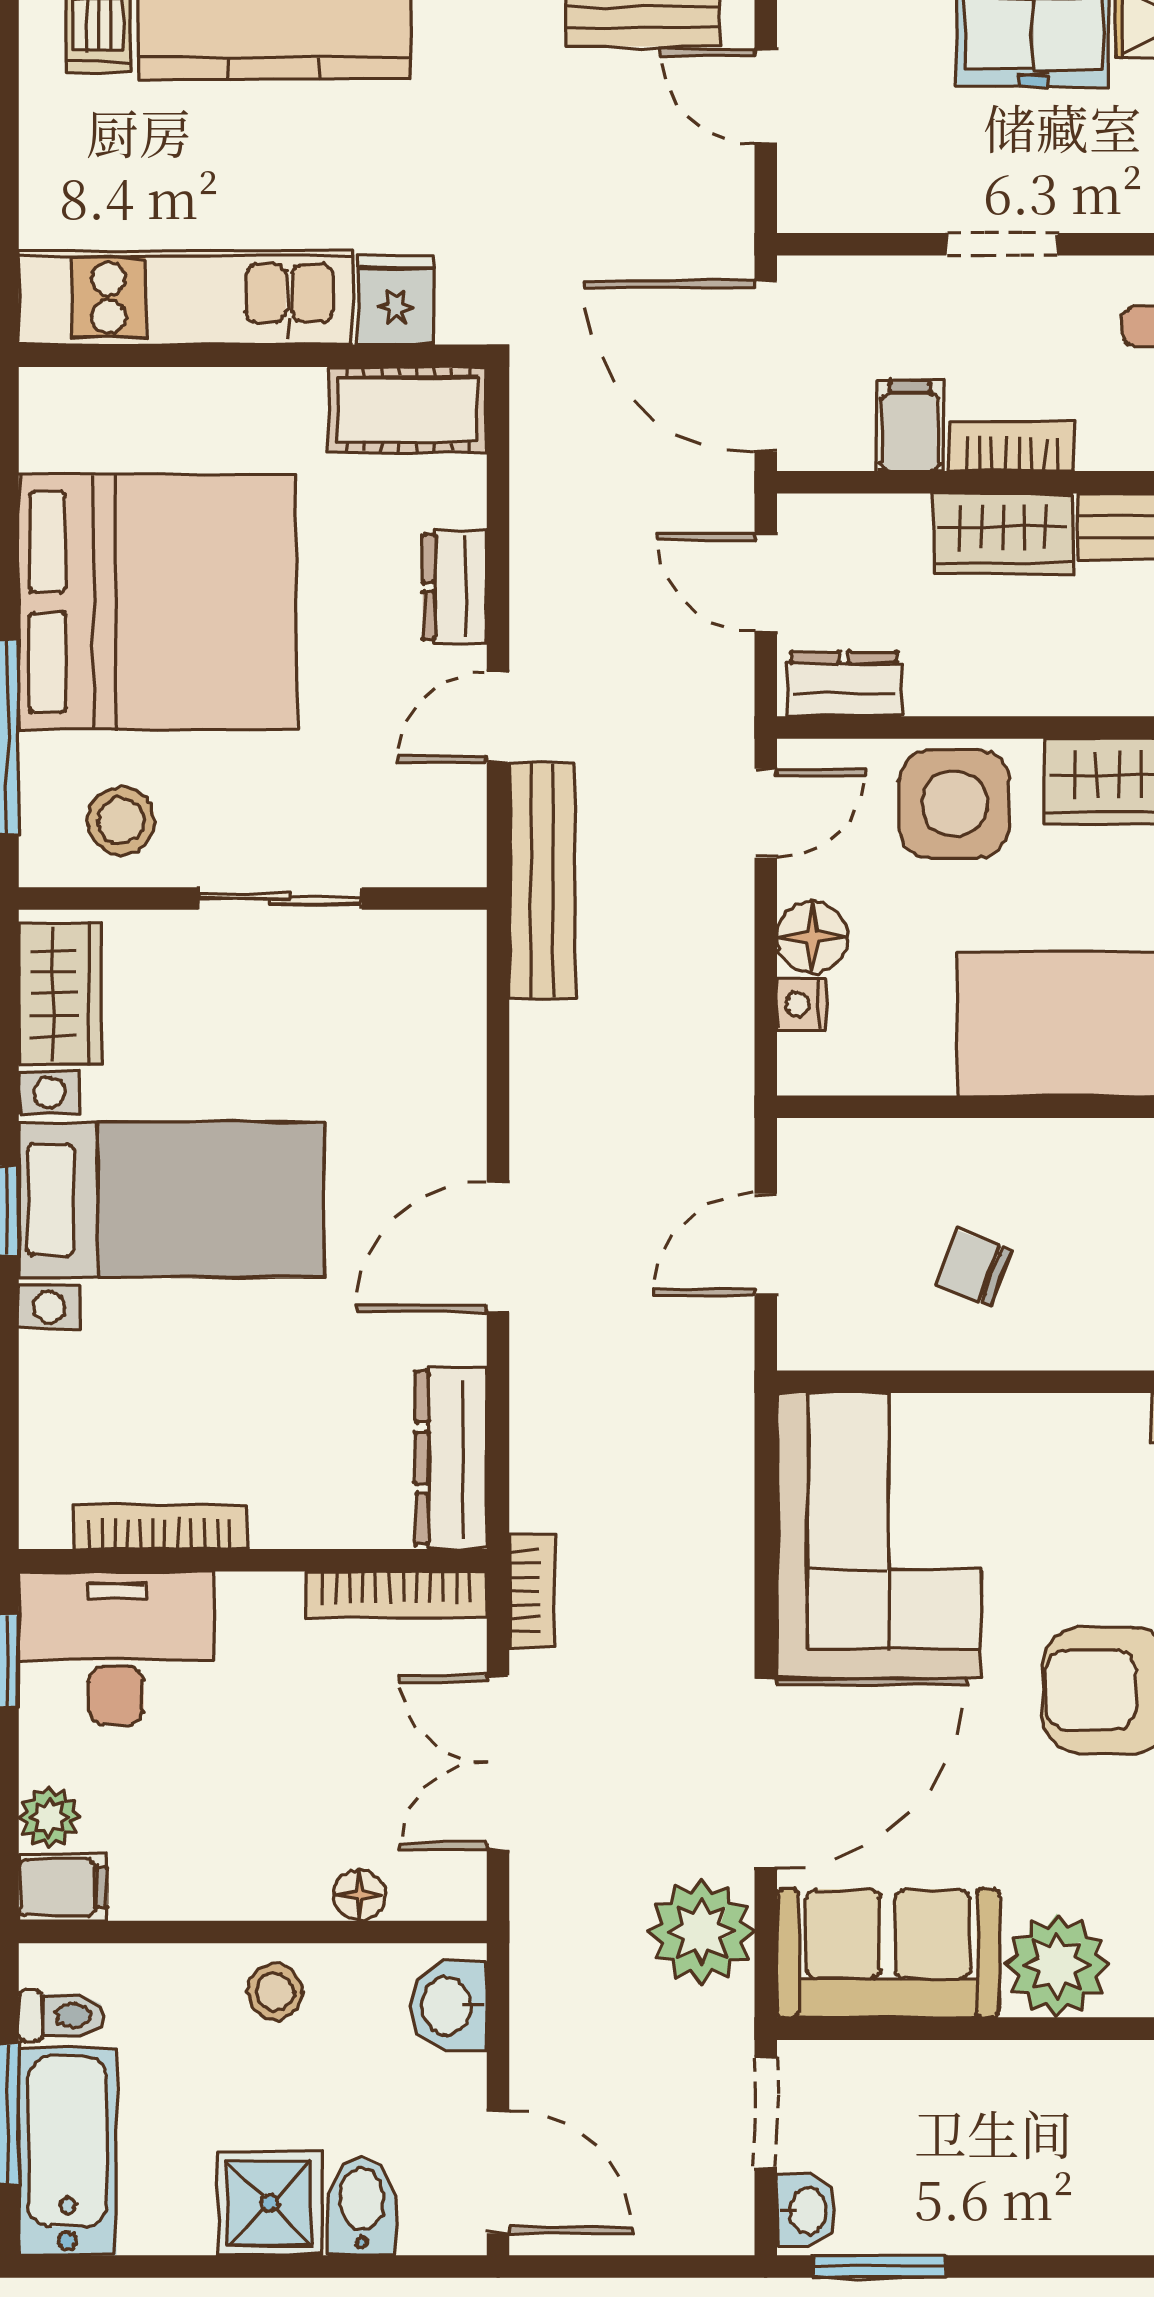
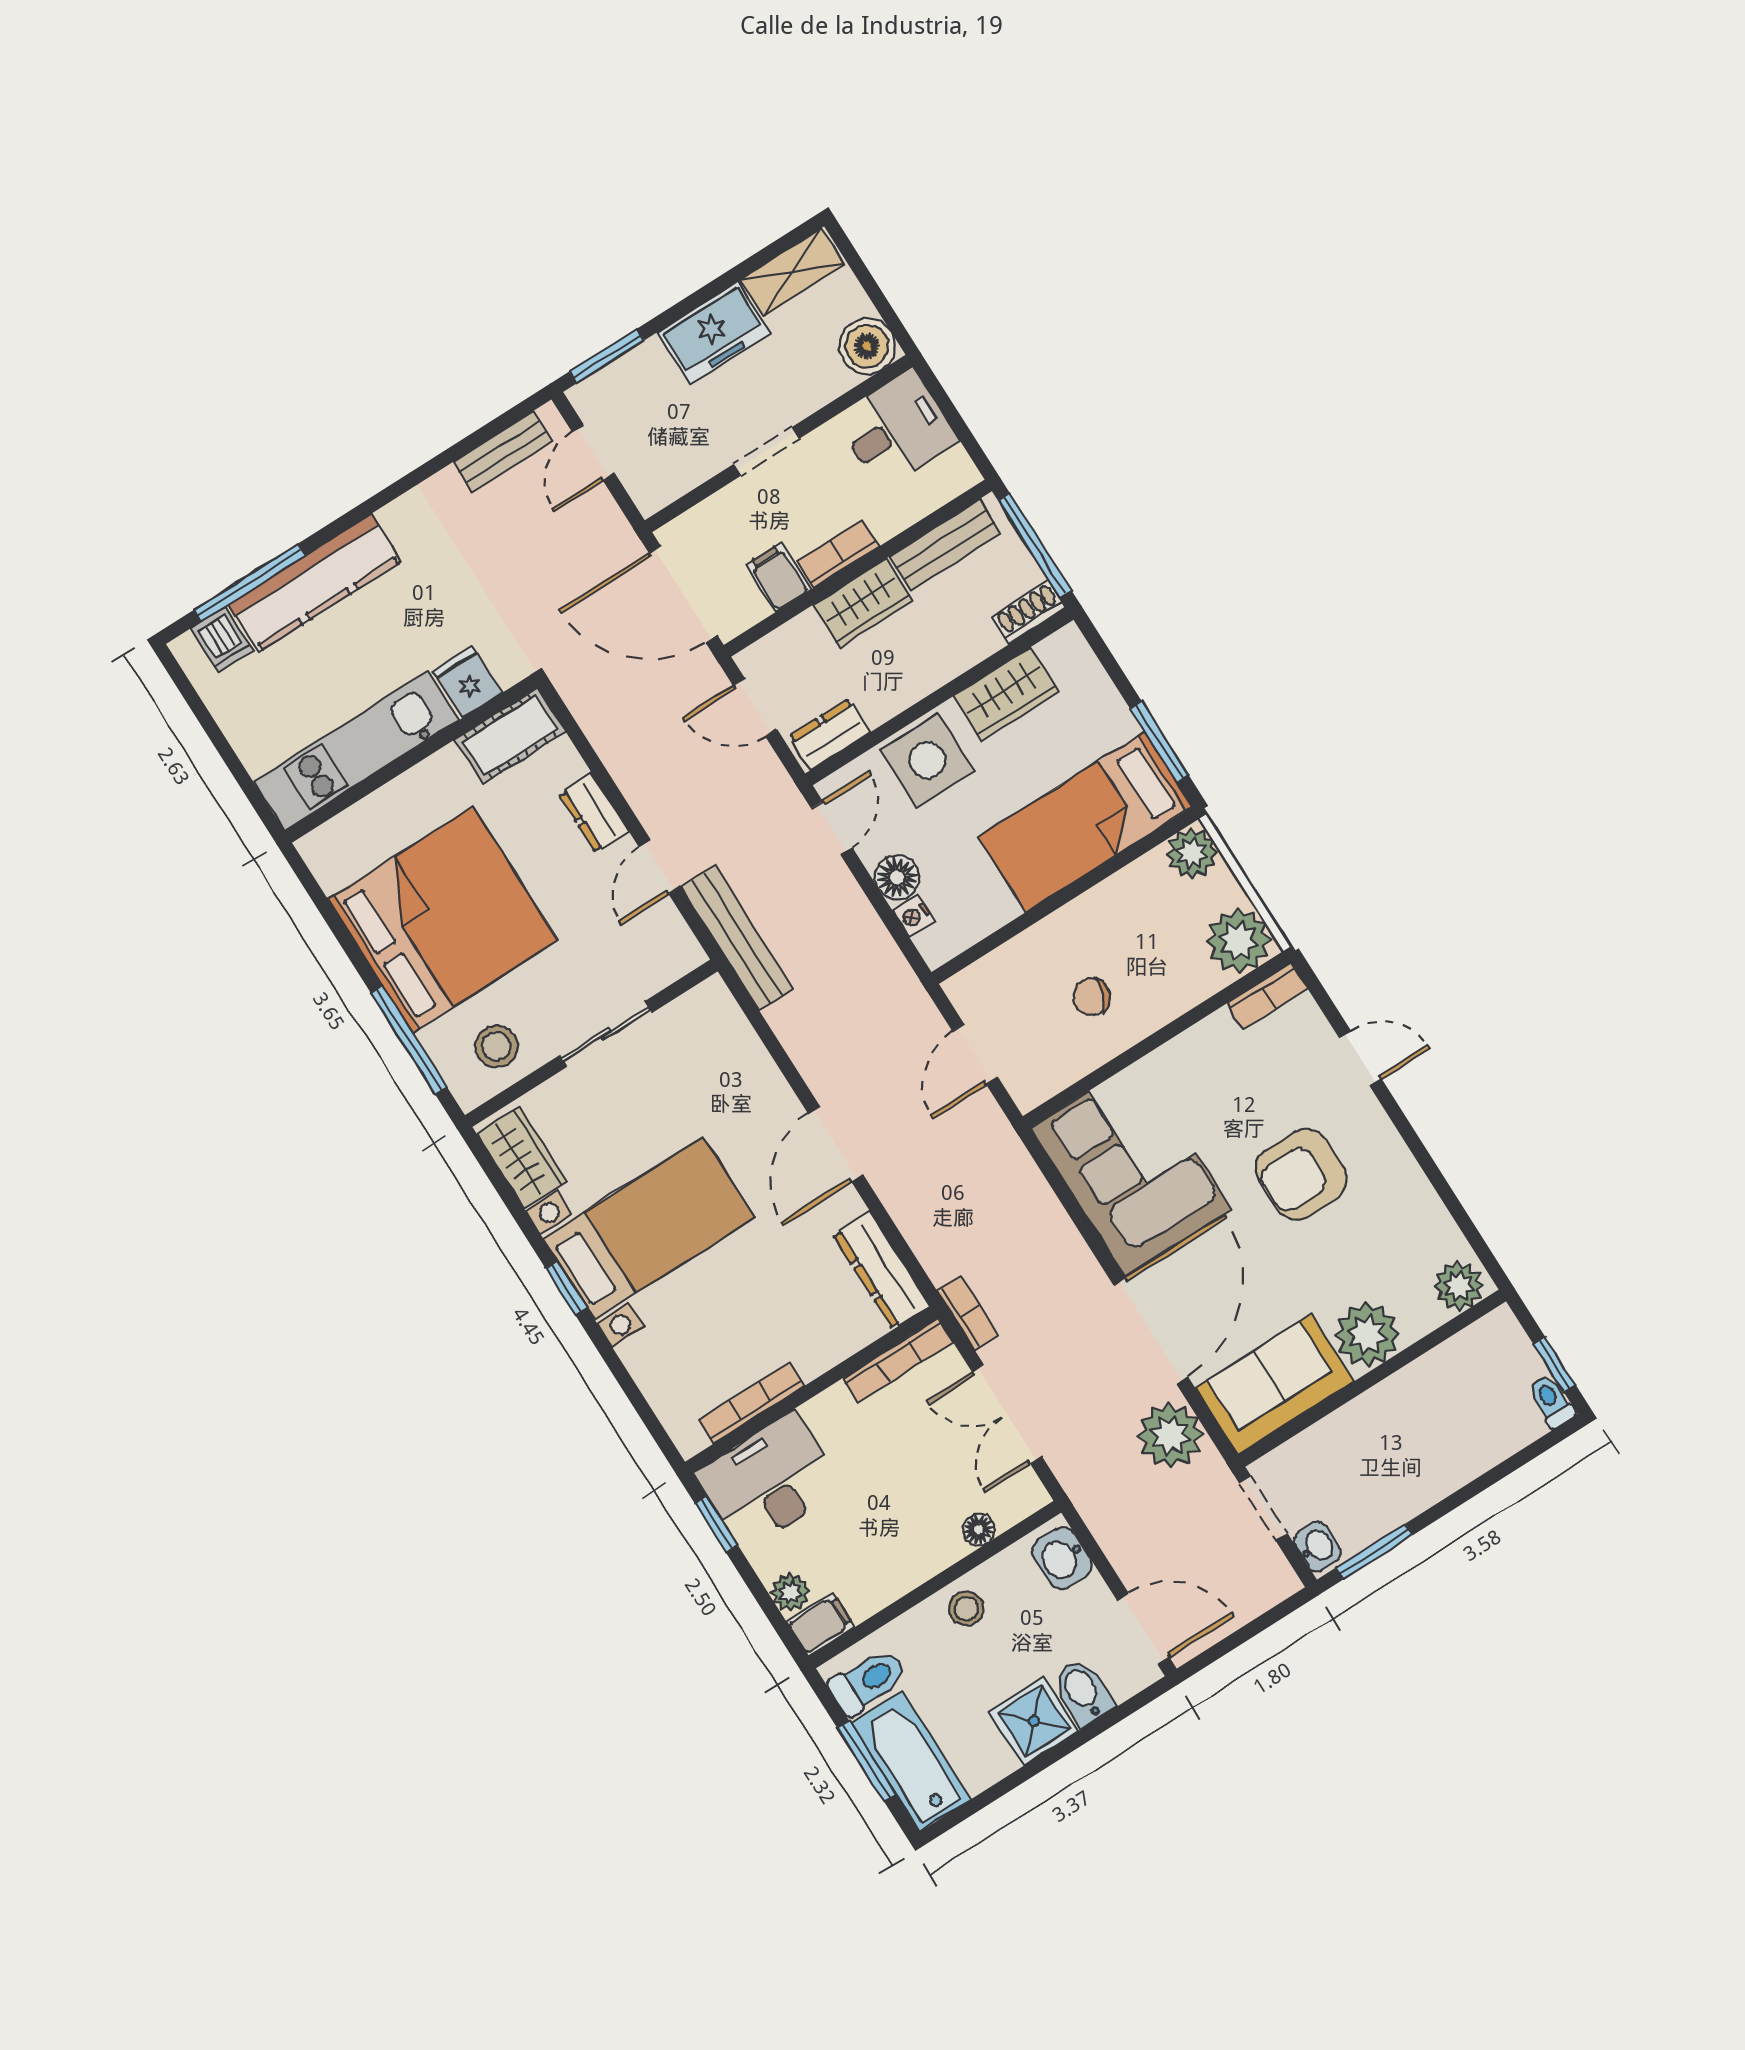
door: (766, 96) -> (593, 453), hinge flipped
toilet: (61, 2015) -> (868, 1681), width x1.37, depth x1.39

